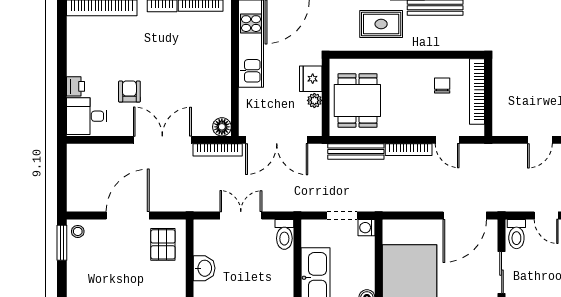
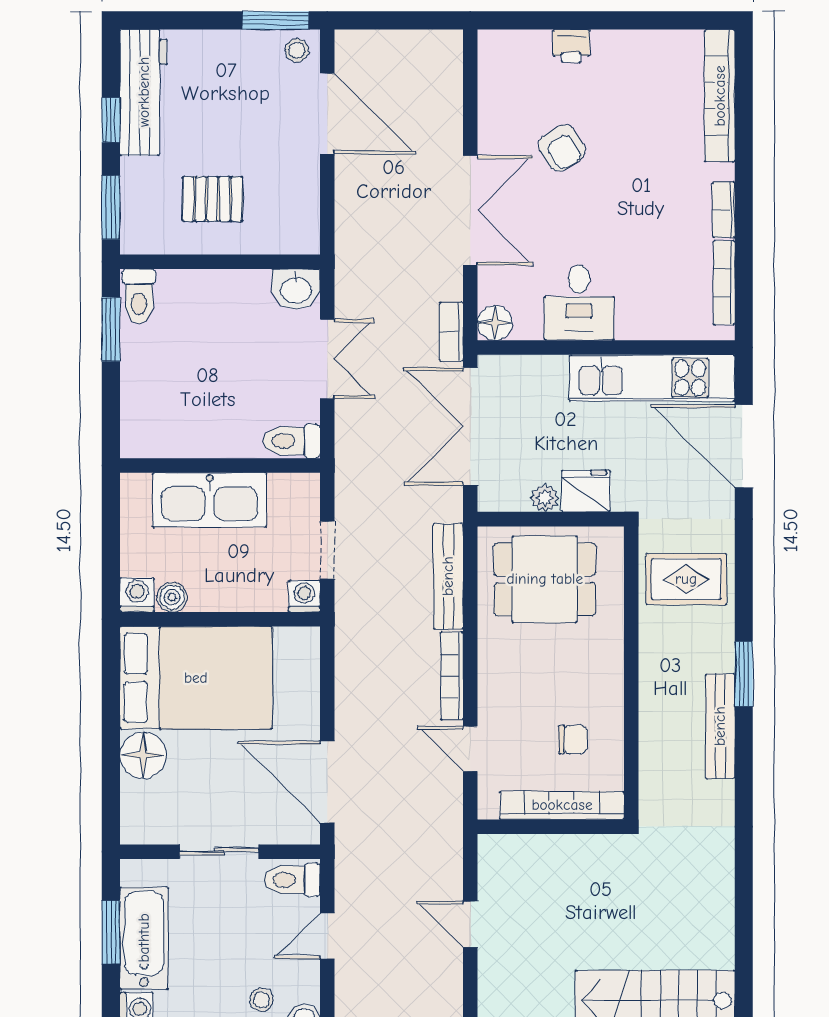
rug: (381, 24) -> (686, 579), moved, turned 90
armchair: (129, 92) -> (562, 148), turned 57
desk: (87, 116) -> (579, 303), moved, turned 180
door: (447, 140) -> (470, 749), hinge flipped
bookcase: (218, 150) -> (451, 332), width x0.64
door: (128, 215) -> (327, 114), moved
pallet: (163, 244) -> (212, 199), moved
washbasin: (204, 268) -> (296, 289), moved

